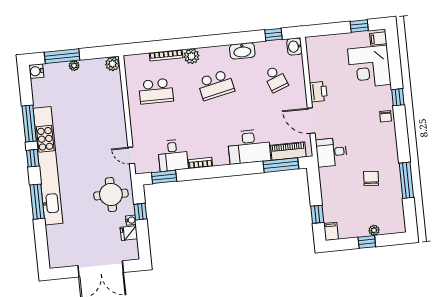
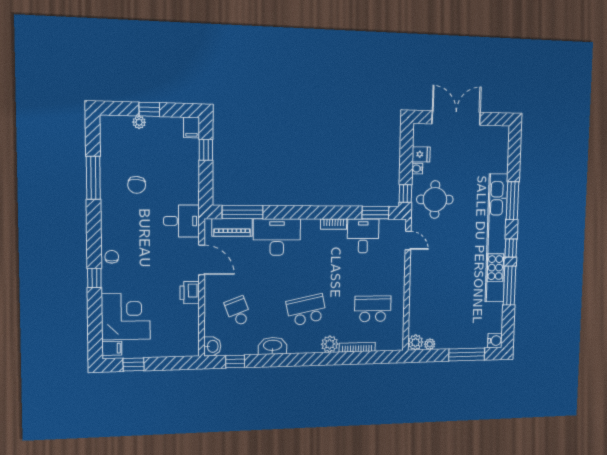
plant: (74, 66) -> (430, 344), moved
window: (140, 212) -> (406, 194), moved

